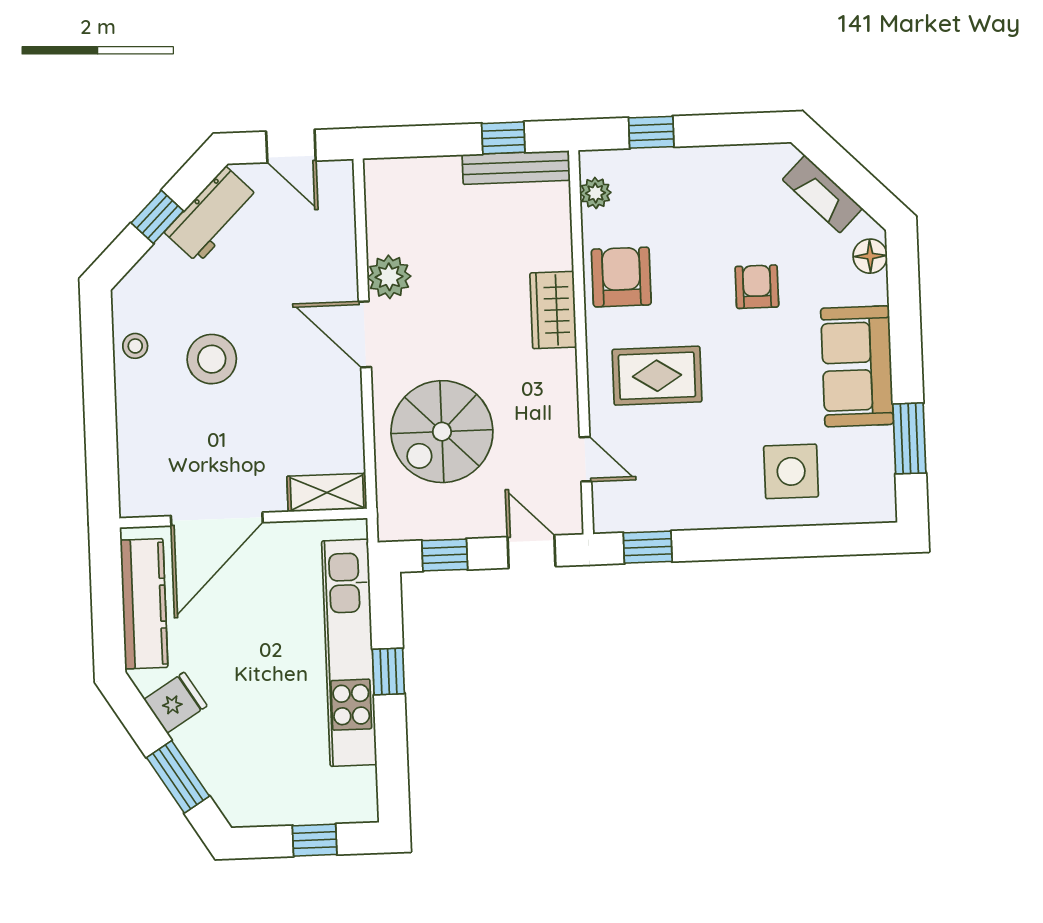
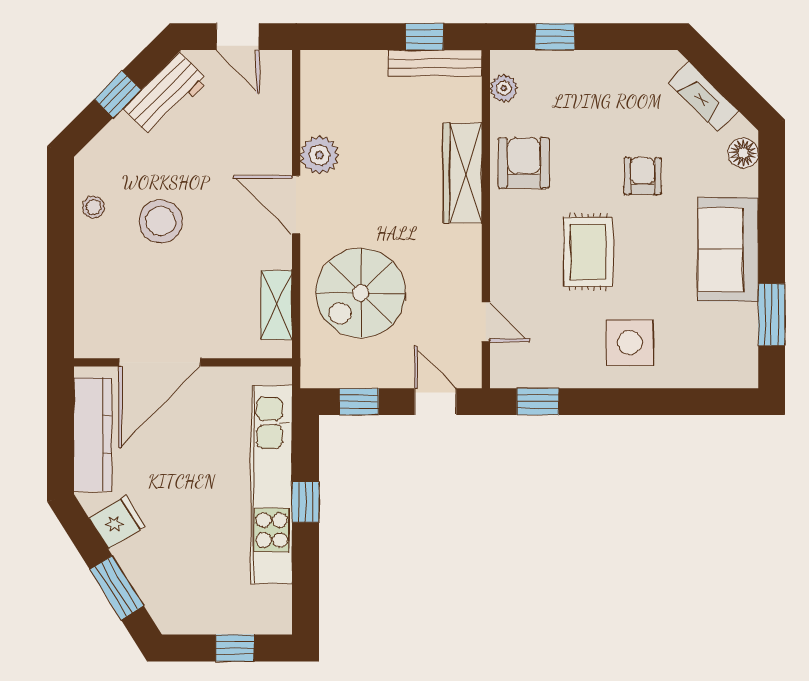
wardrobe: (553, 310) -> (463, 173), width x1.50
rug: (657, 376) -> (588, 252), moved, turned 90
side table: (791, 471) -> (630, 342), moved
shelving: (327, 493) -> (277, 305), moved, turned 90

